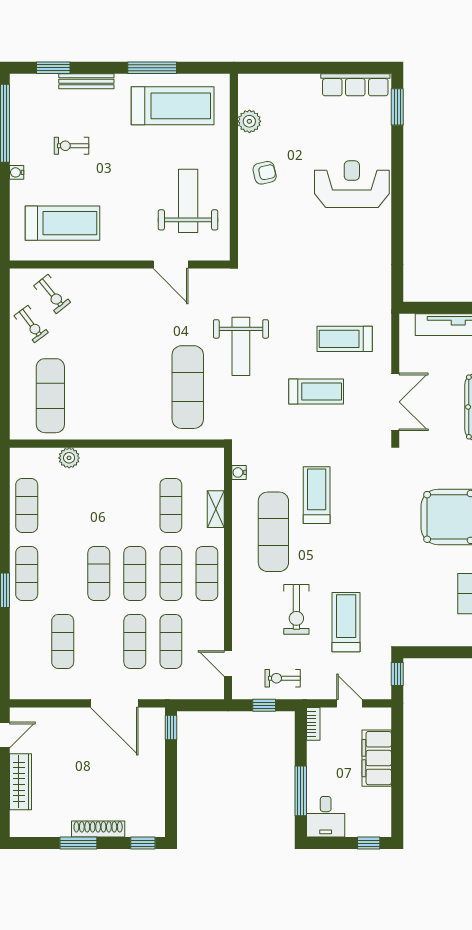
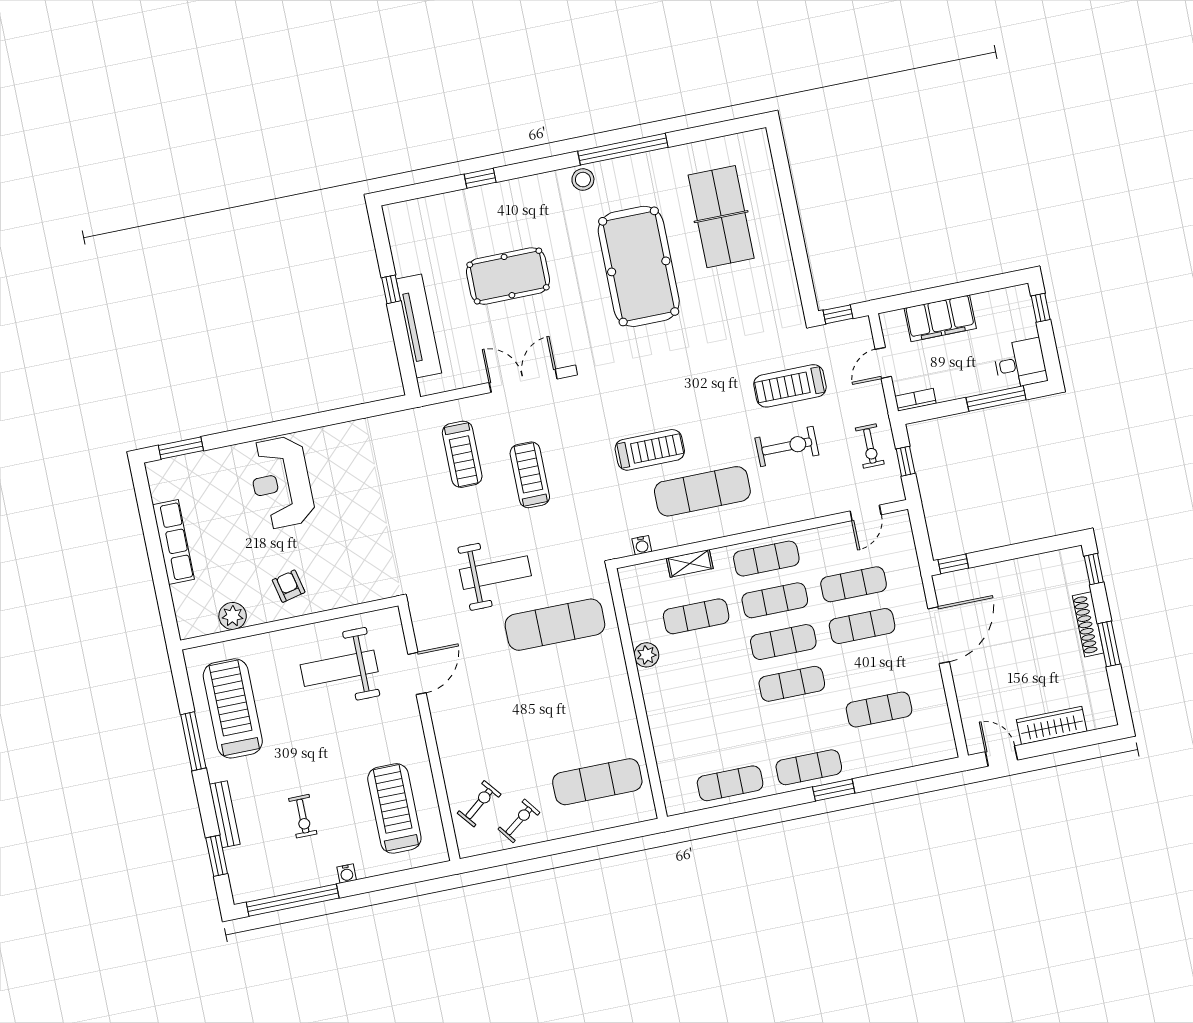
row of seats: (355, 85) -> (173, 542), moved
plant: (69, 458) -> (646, 655), moved
treadmill: (317, 495) -> (650, 450), turned 180

